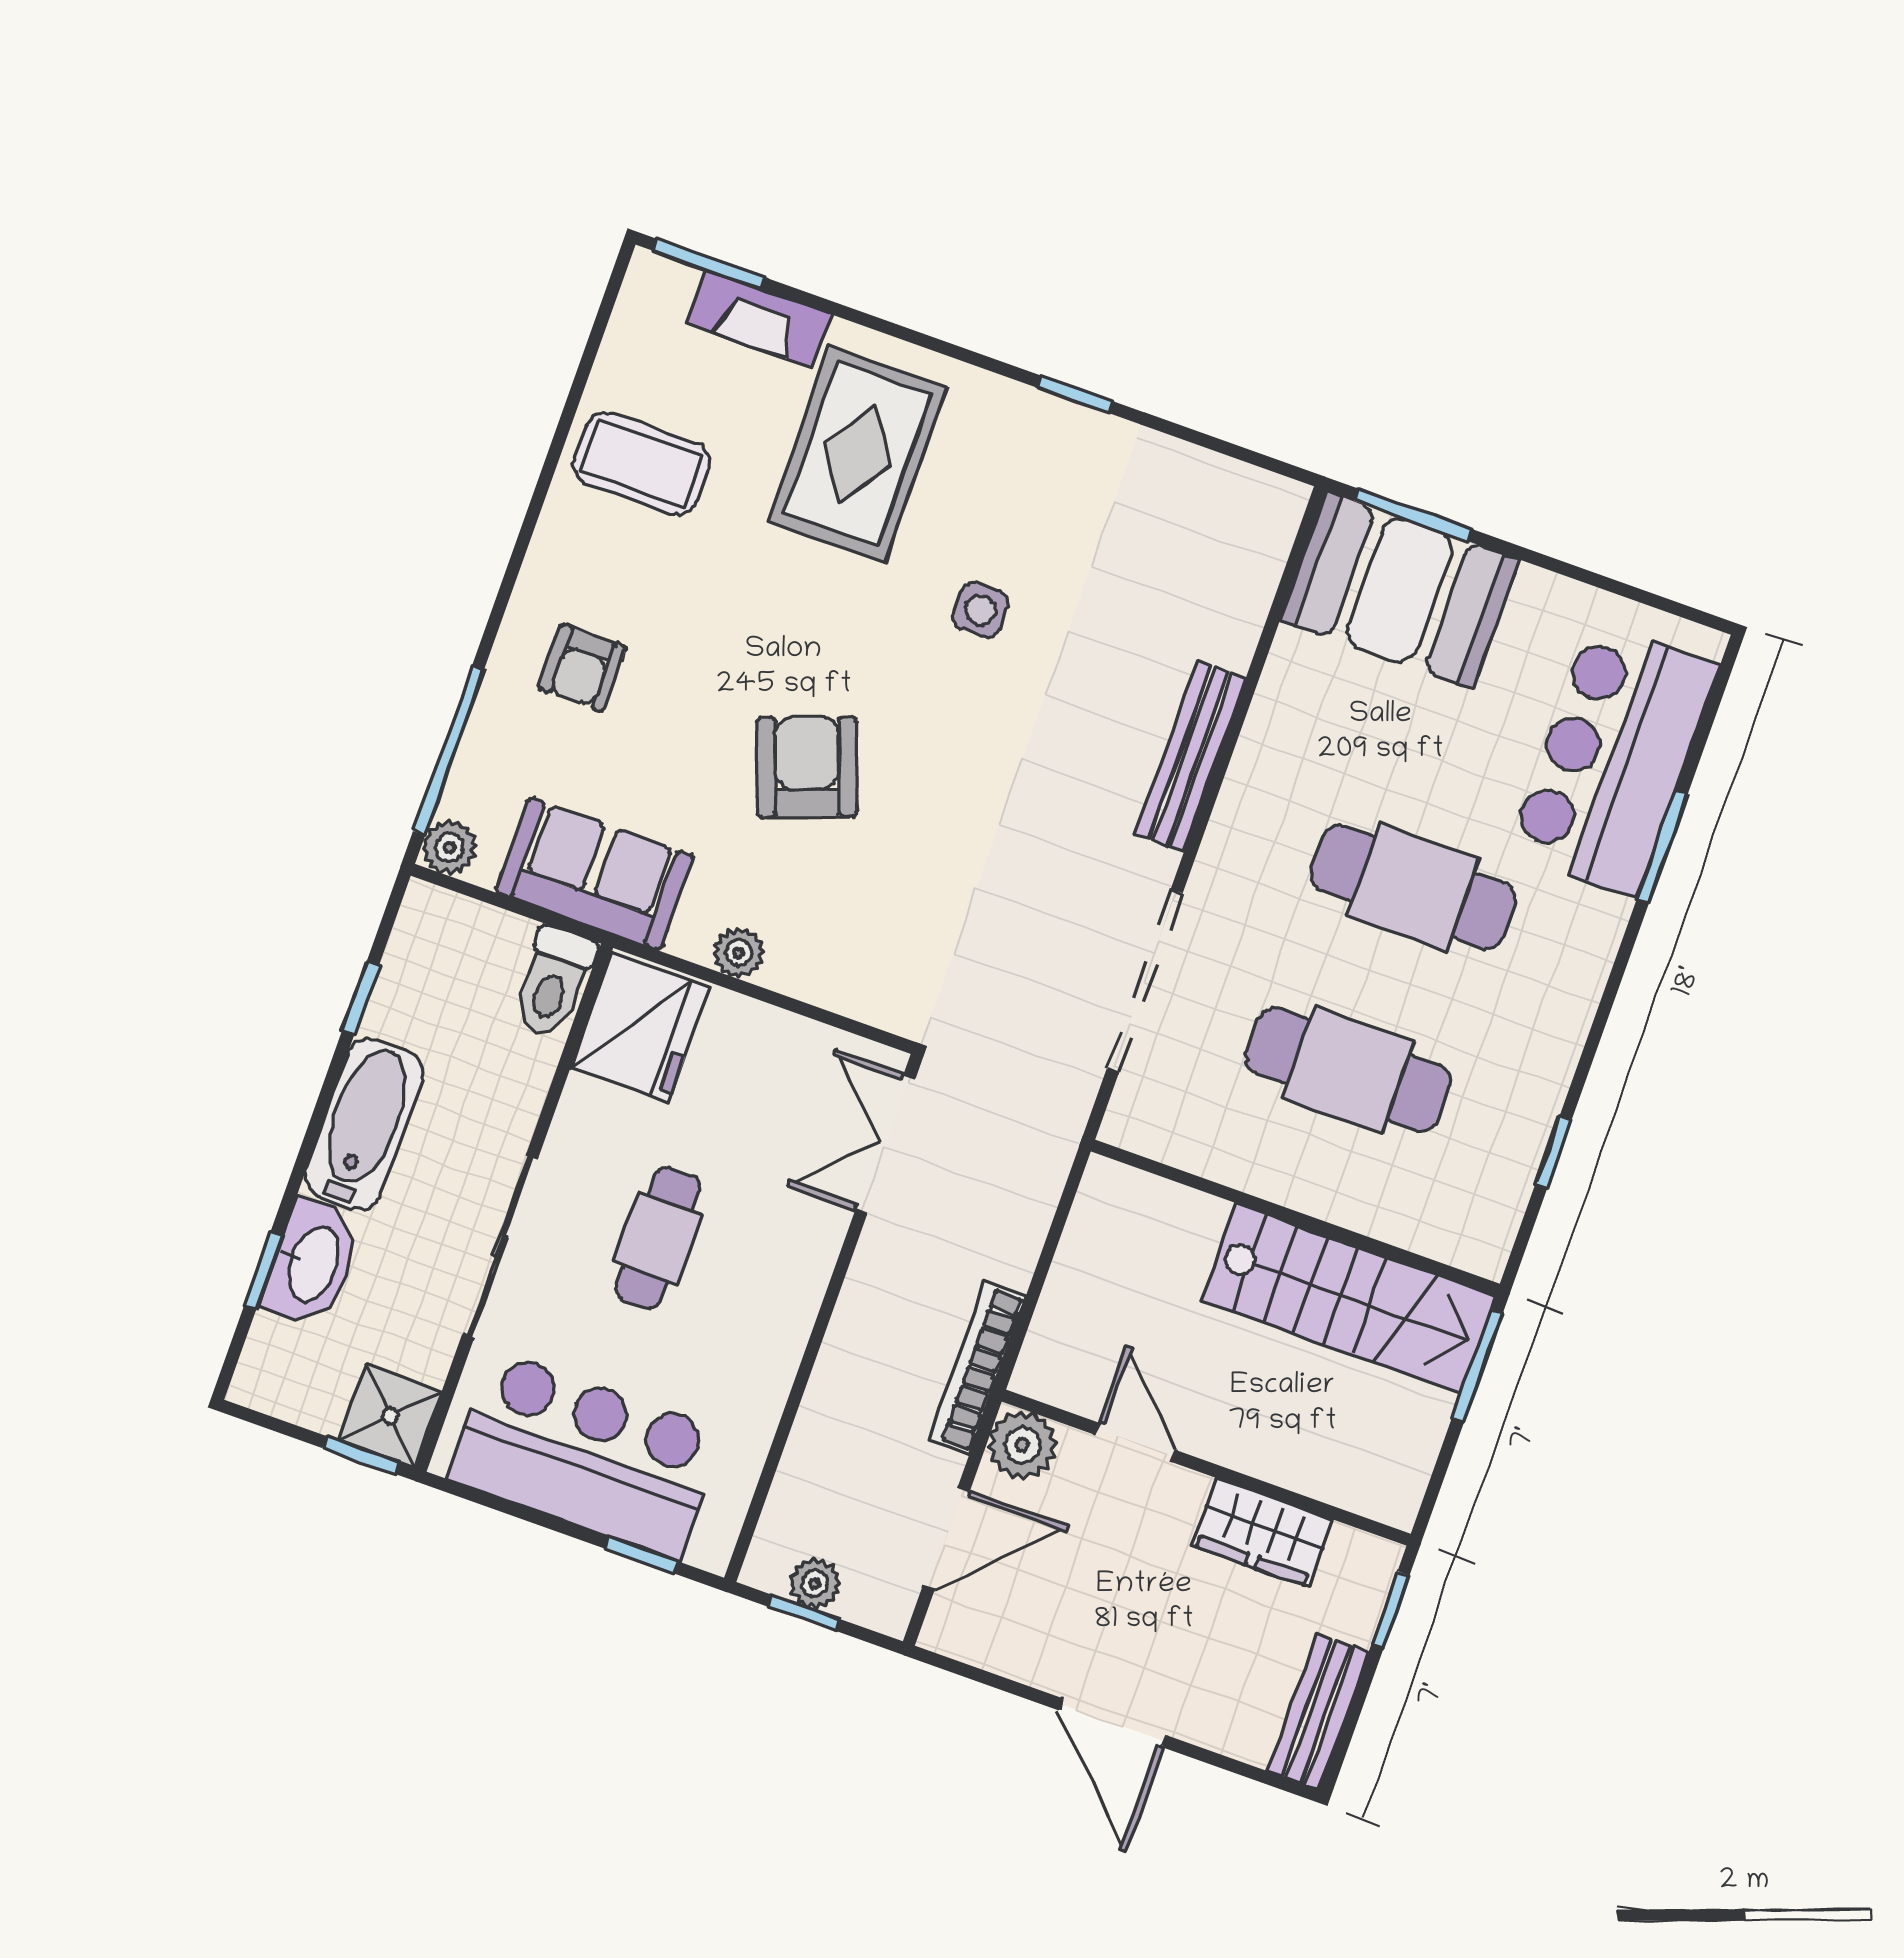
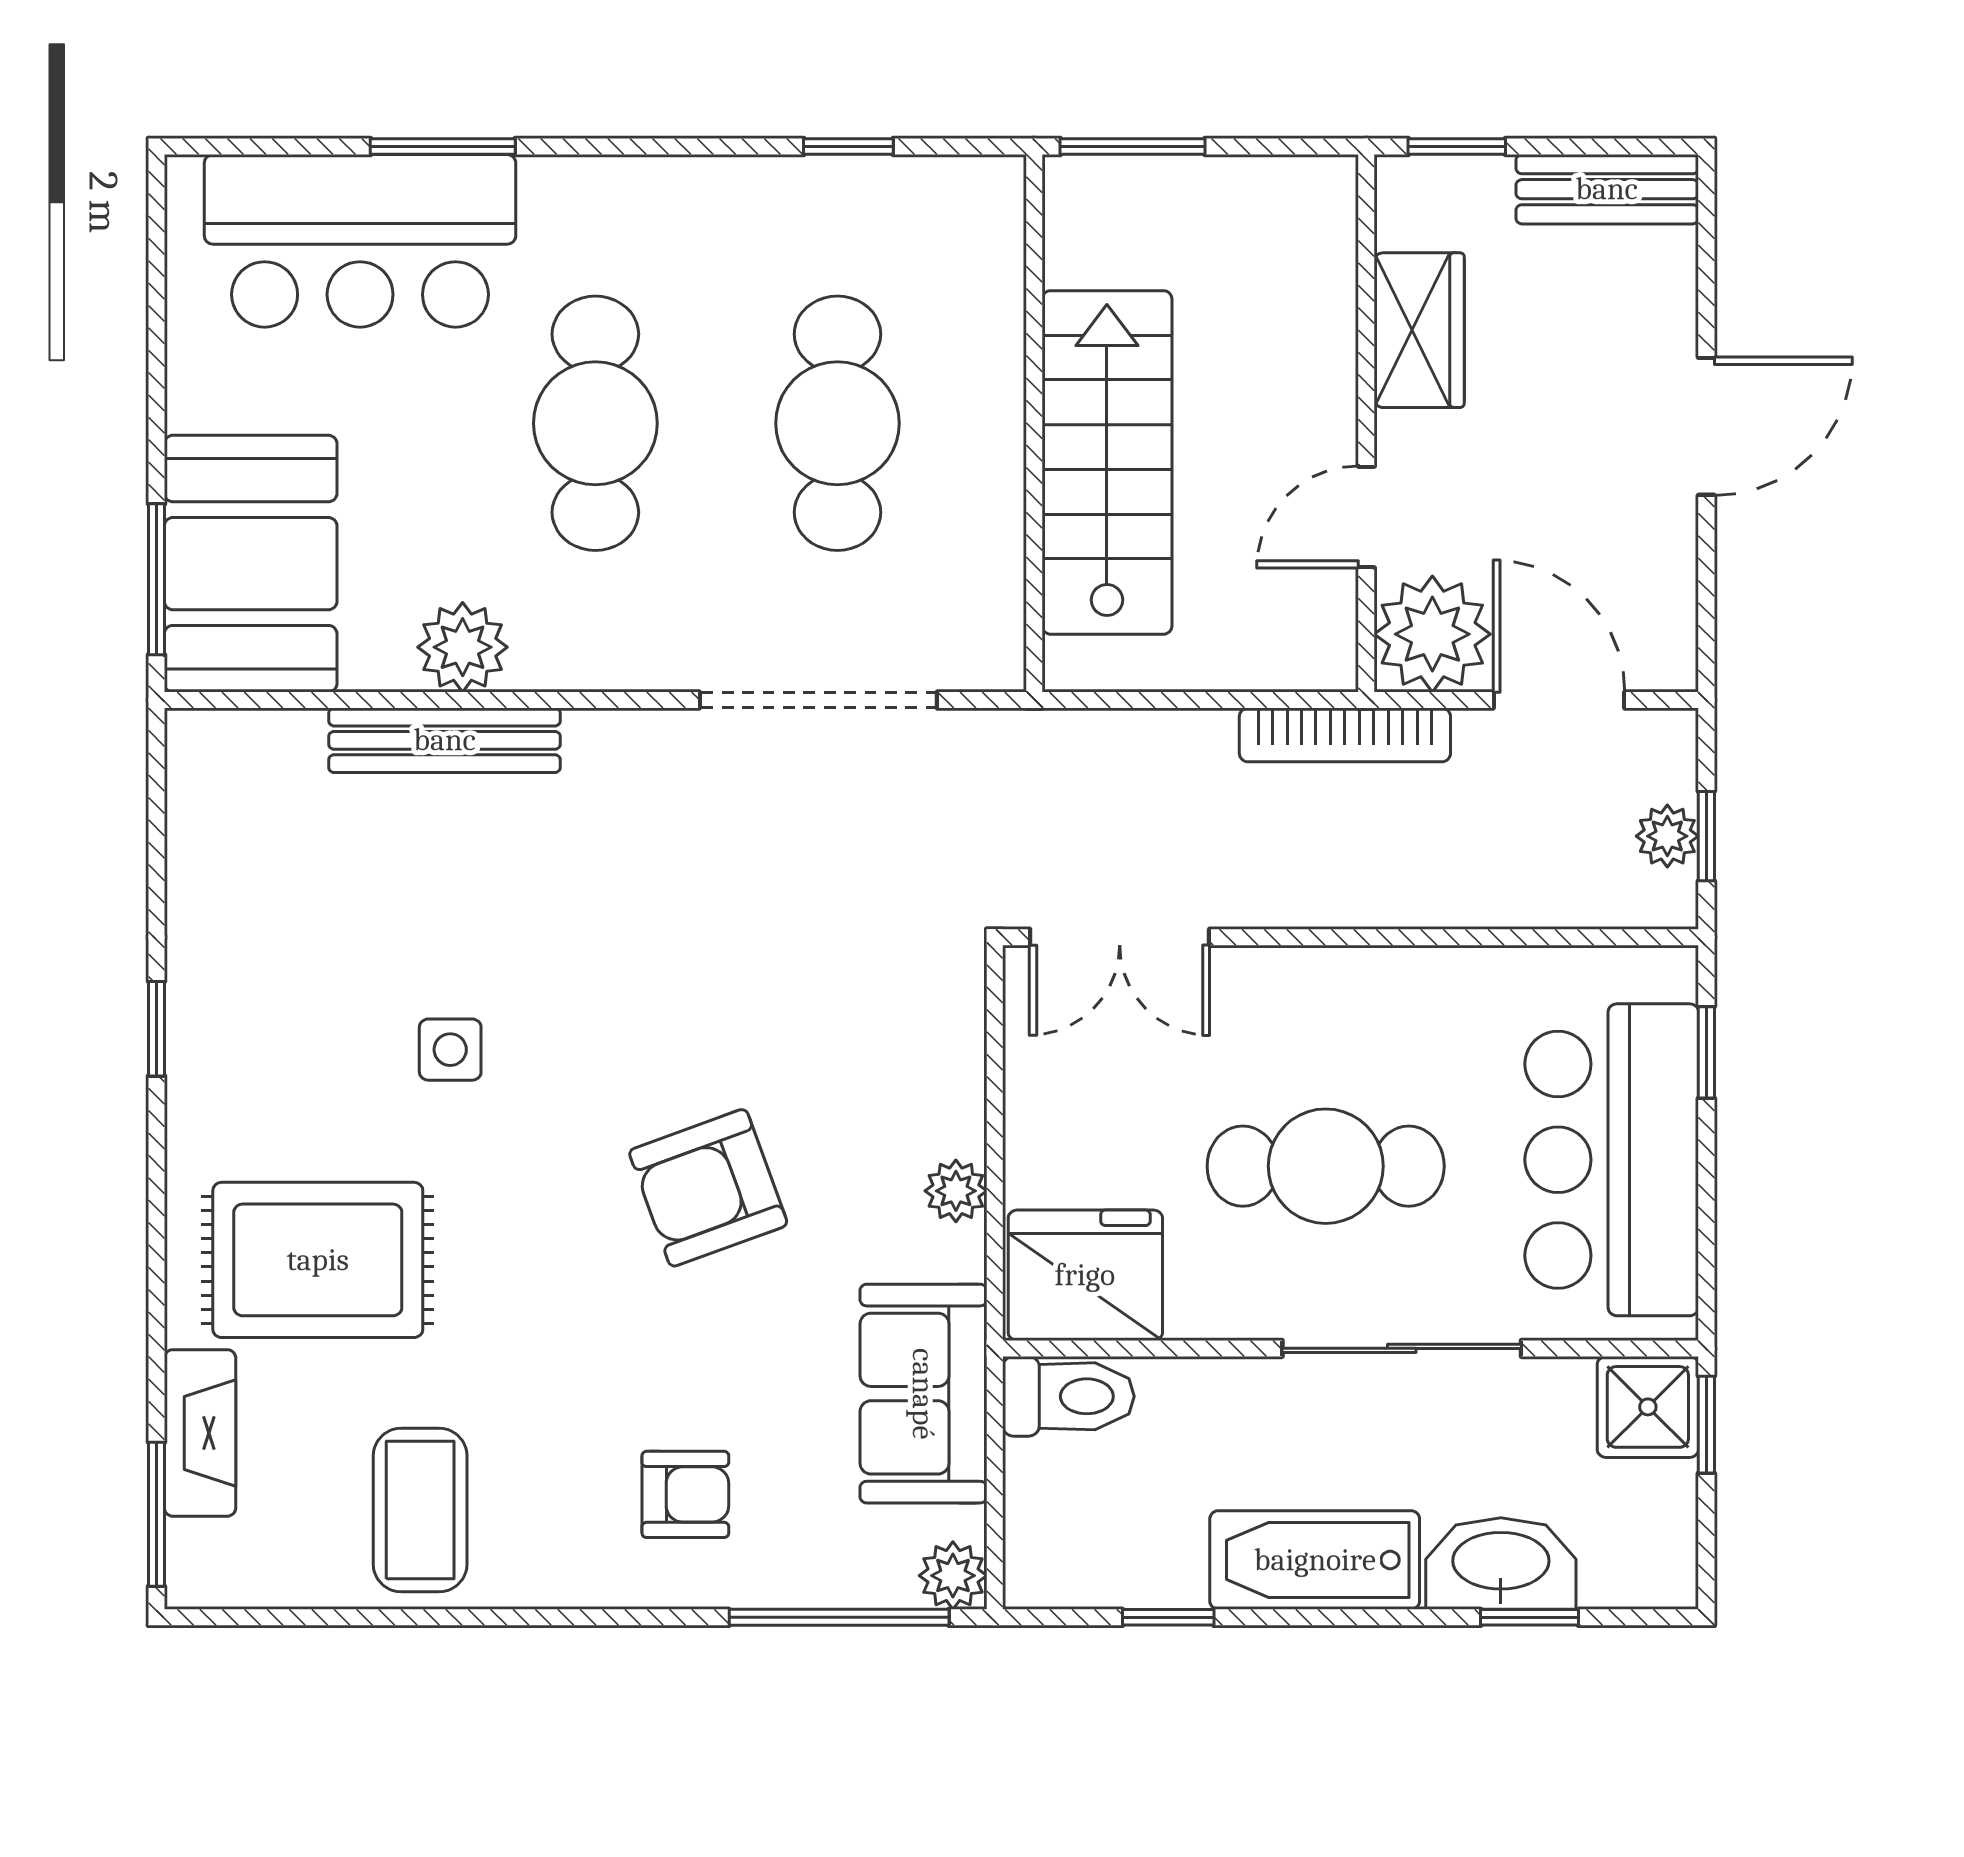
plant: (1280, 727) -> (463, 647), added
bench: (1191, 756) -> (445, 740), moved
cafe table: (658, 1238) -> (1326, 1166), width x1.37, depth x1.35
stairs: (1349, 1298) -> (1107, 462), moved
plant: (1022, 1445) -> (1432, 634), width x1.36, depth x1.36

